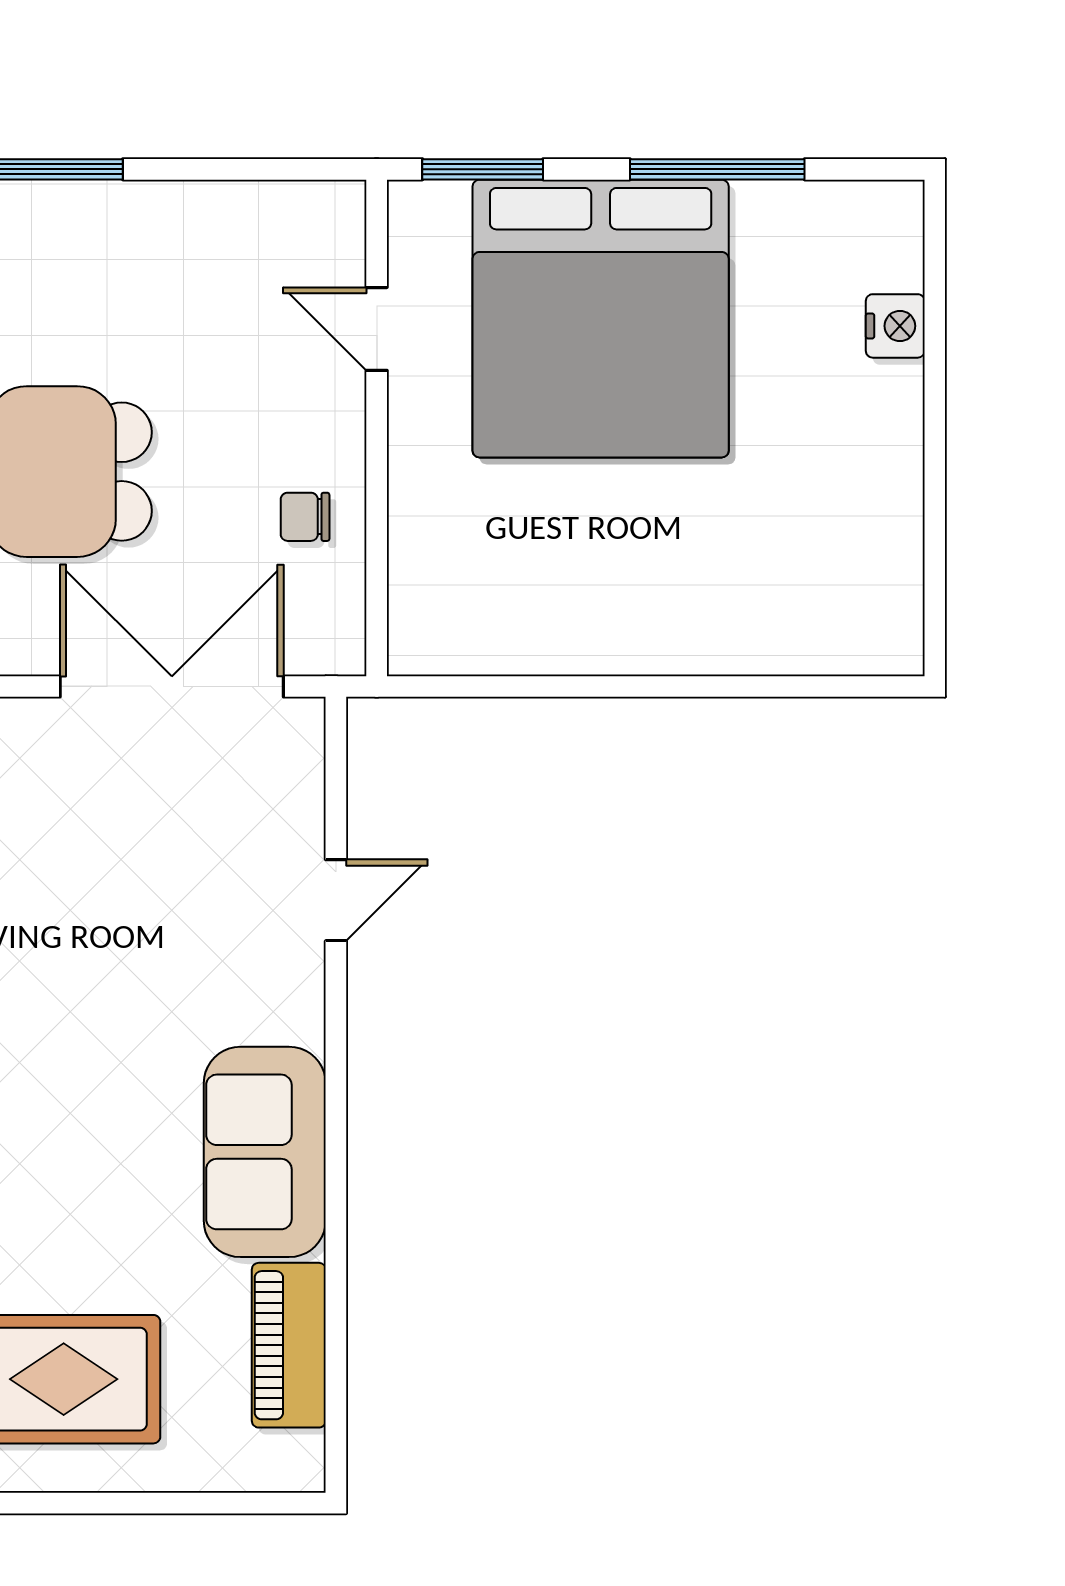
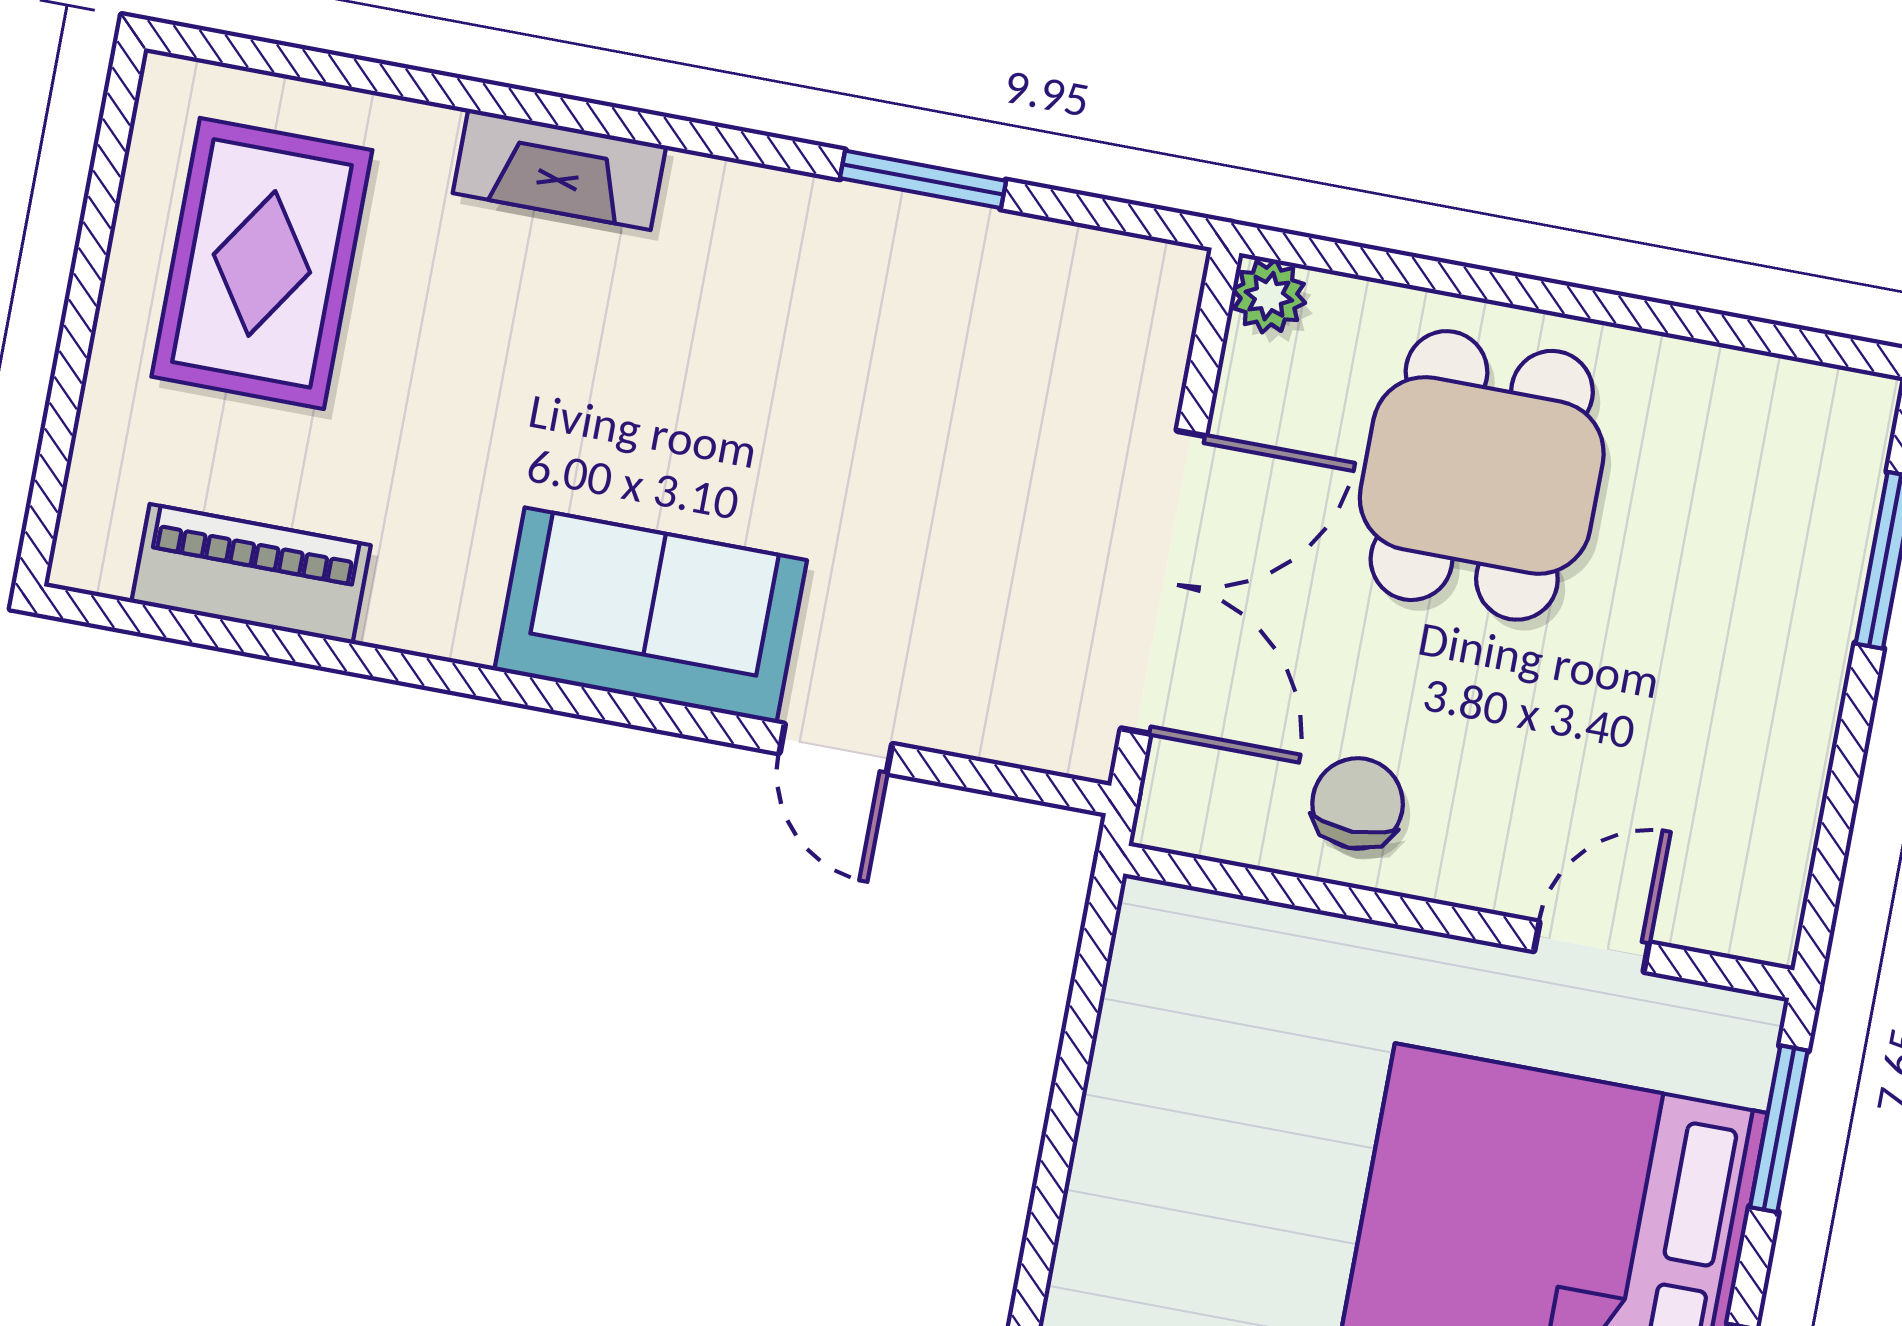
chair: (305, 517) -> (1358, 803), width x1.37, depth x1.37
sofa: (265, 1152) -> (651, 615), moved

